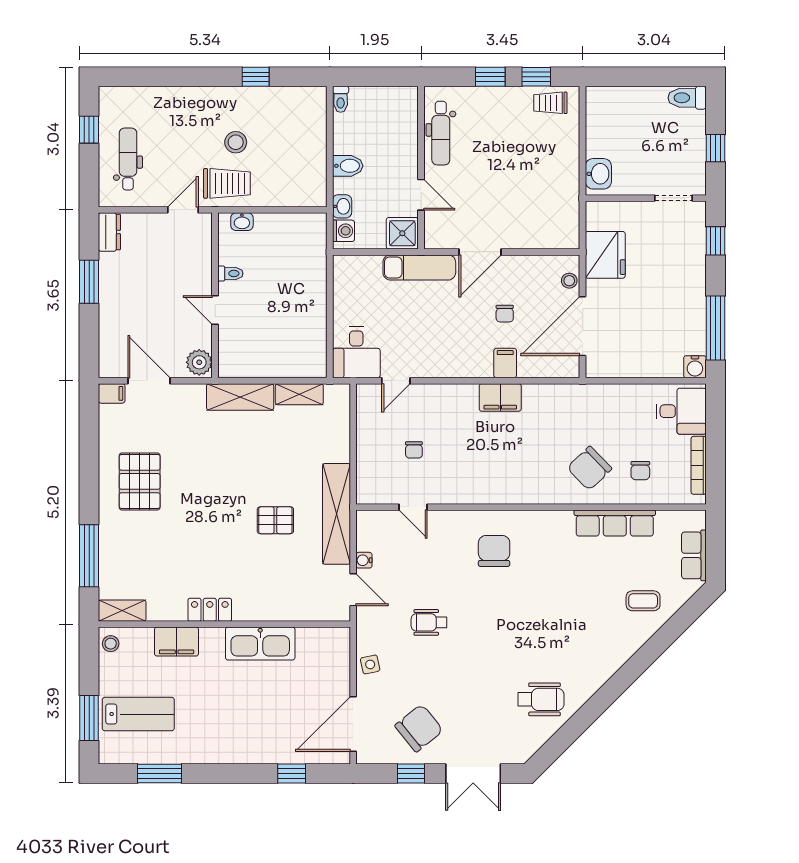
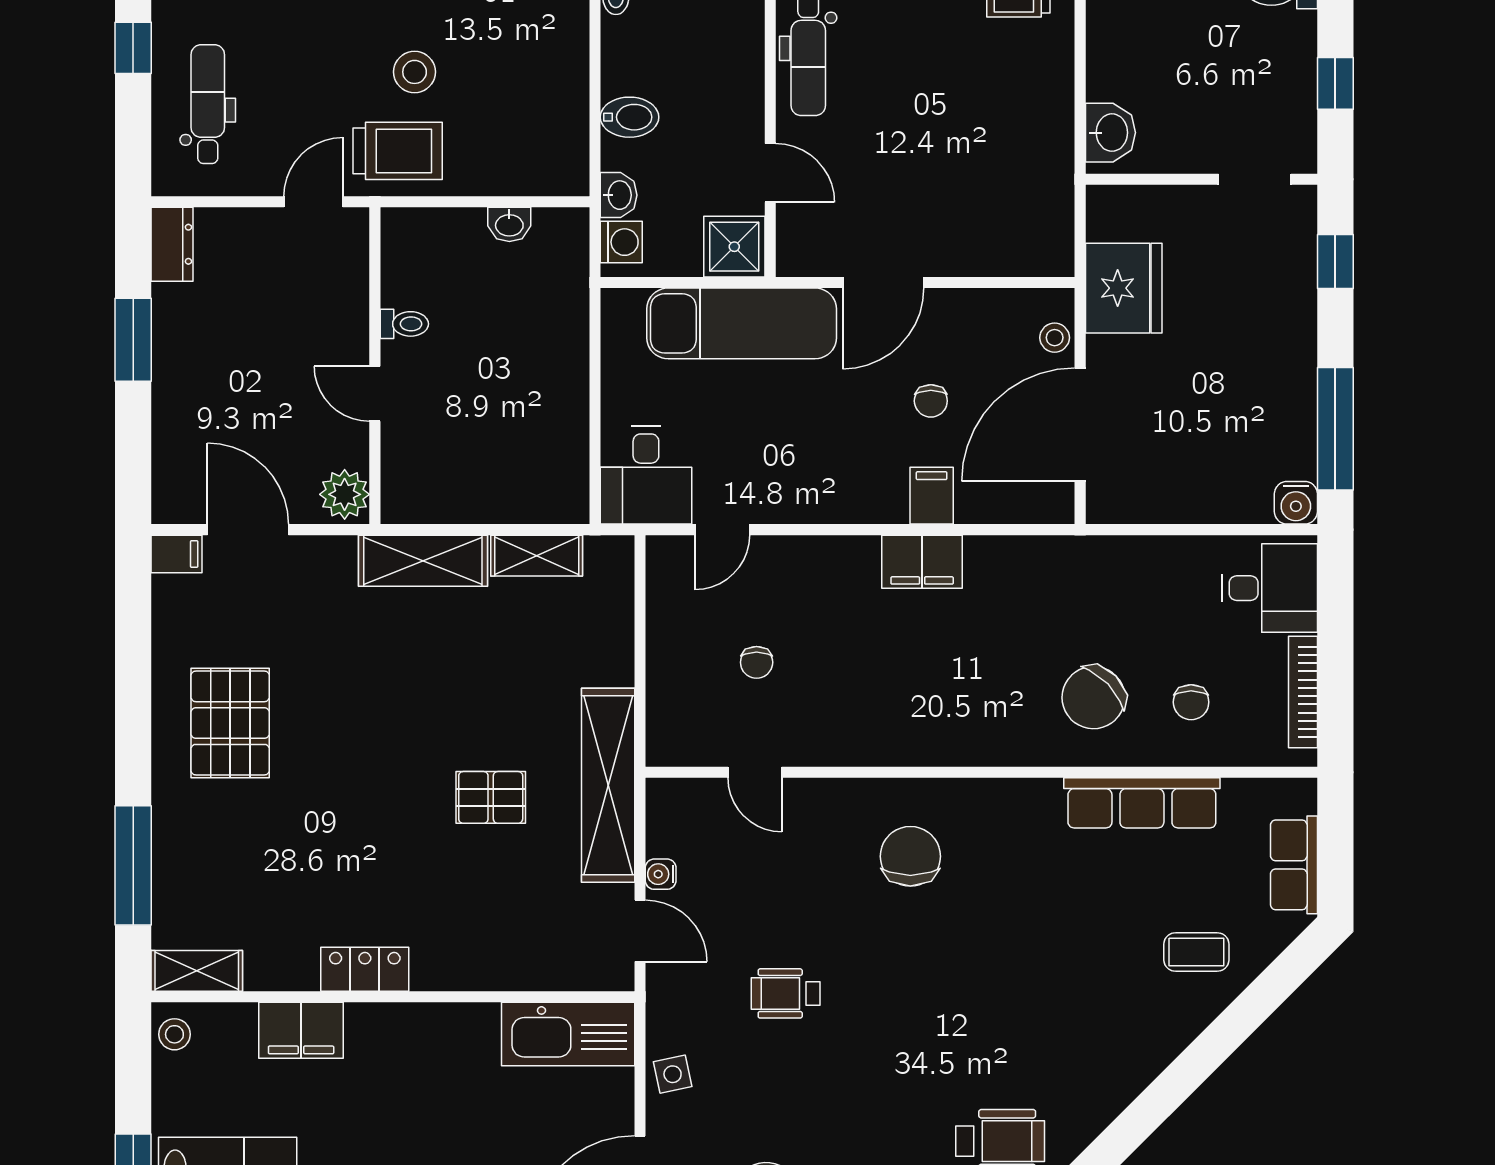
washbasin: (242, 222) -> (509, 224), moved
exam couch: (419, 267) -> (742, 323), width x1.36, depth x1.45
kitchen sink: (260, 644) -> (568, 1034), moved

